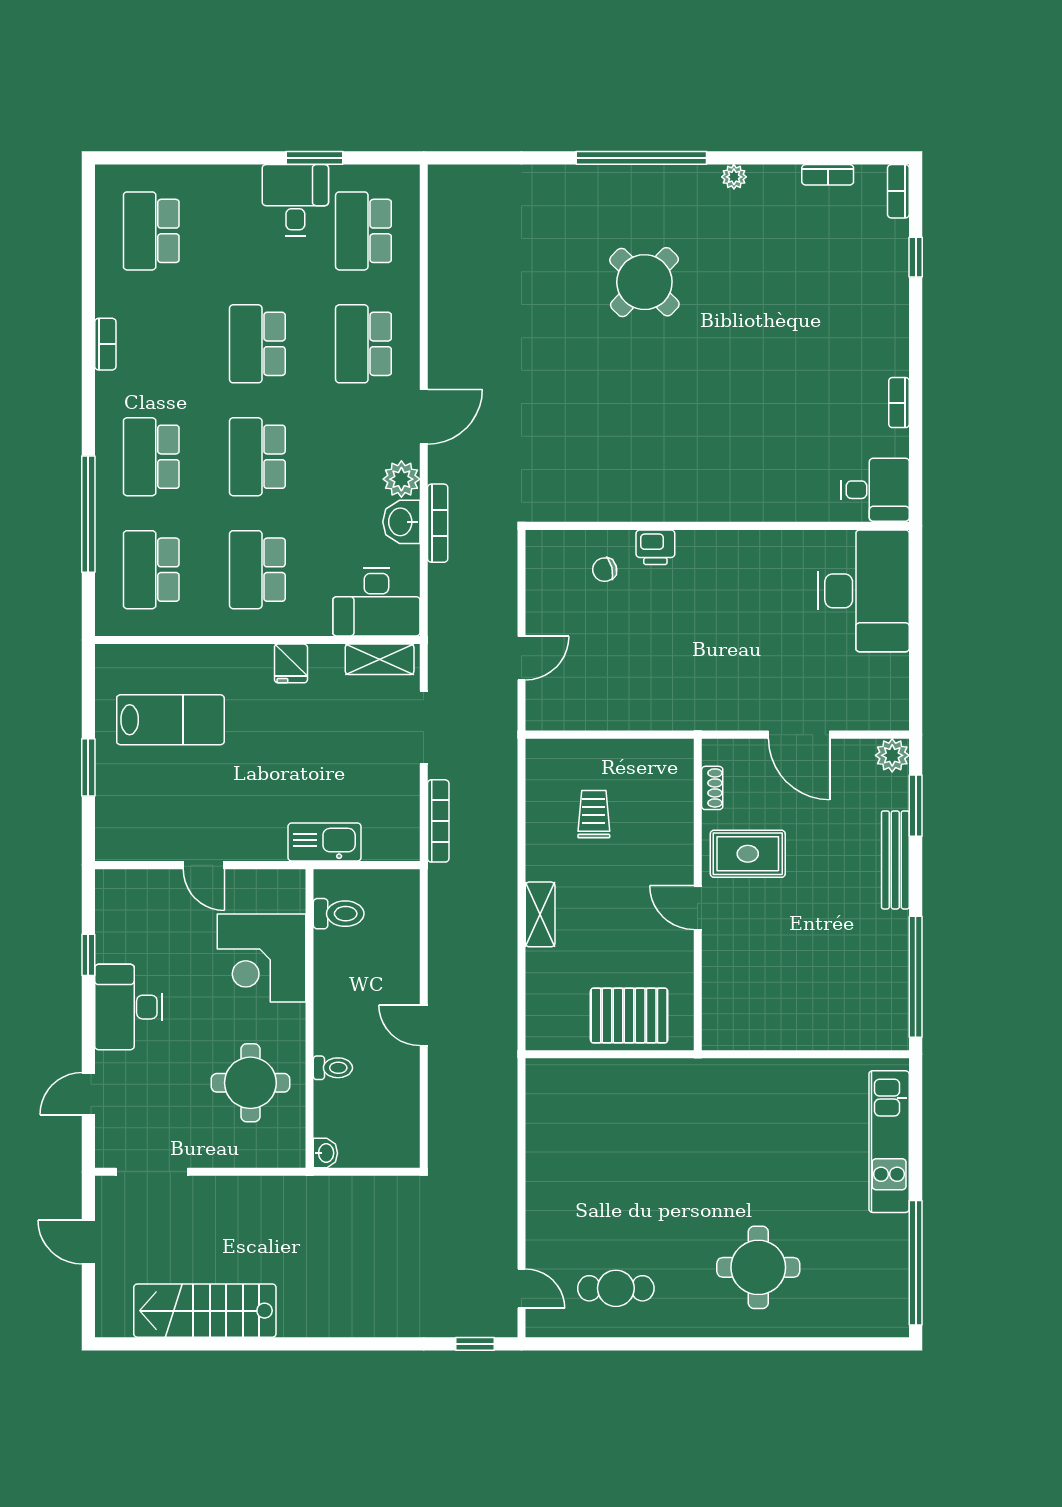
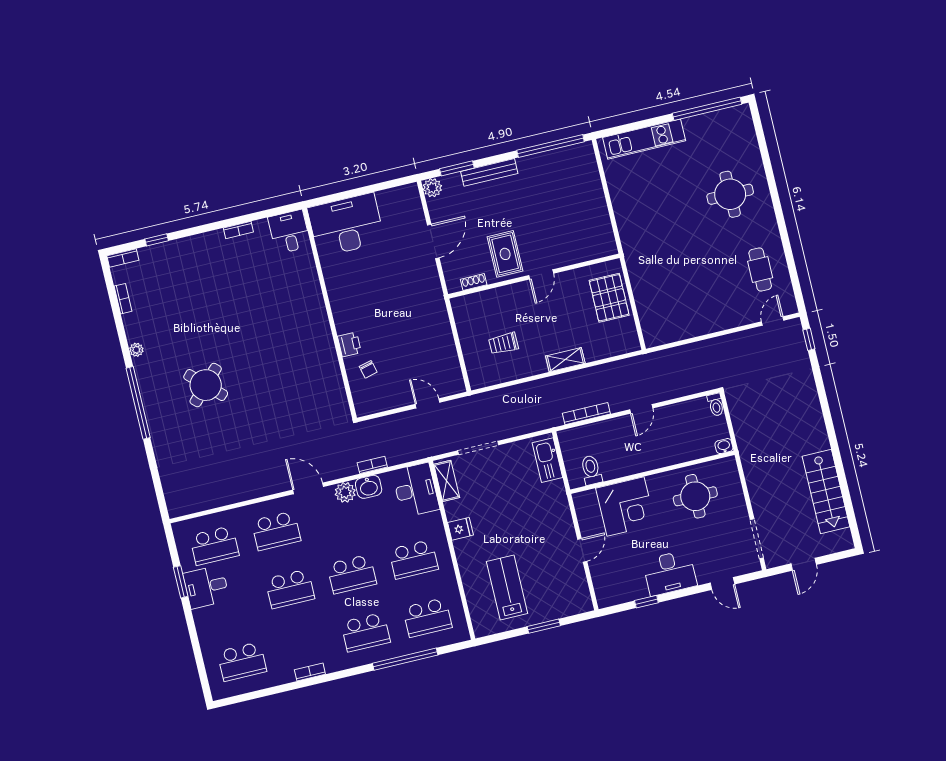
bookcase: (438, 523) -> (372, 465), width x0.64
bookcase: (438, 821) -> (586, 414), moved
kitchen sink: (325, 842) -> (547, 460), moved
toilet: (333, 1068) -> (716, 405), moved, turned 180

